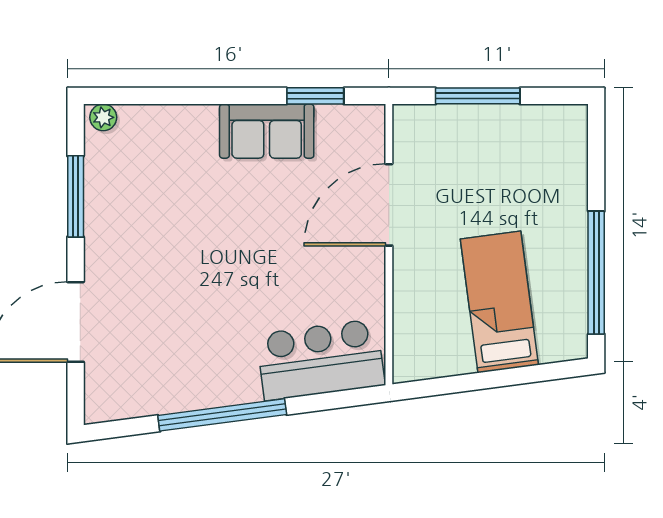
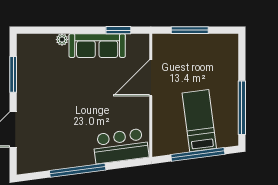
plant: (103, 117) -> (62, 40), moved
sofa: (267, 131) -> (97, 46), width x1.36
window: (496, 379) -> (198, 154), added

